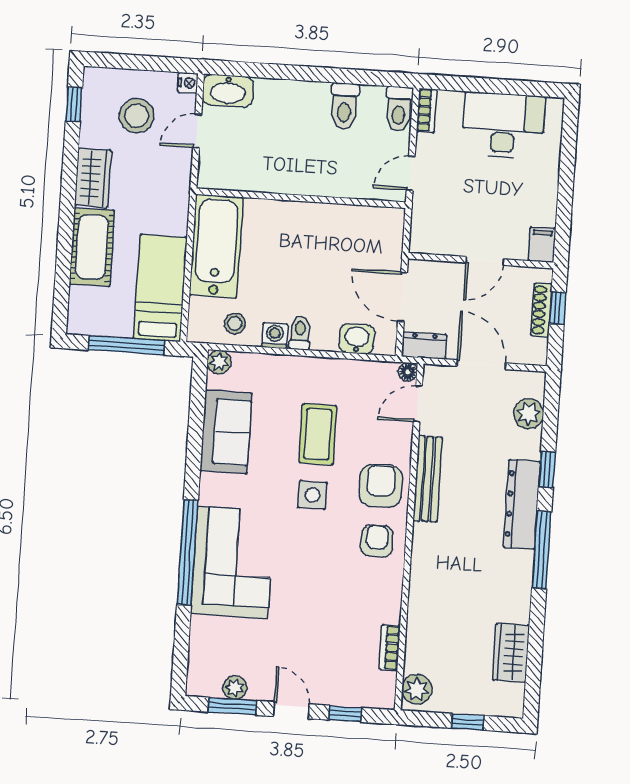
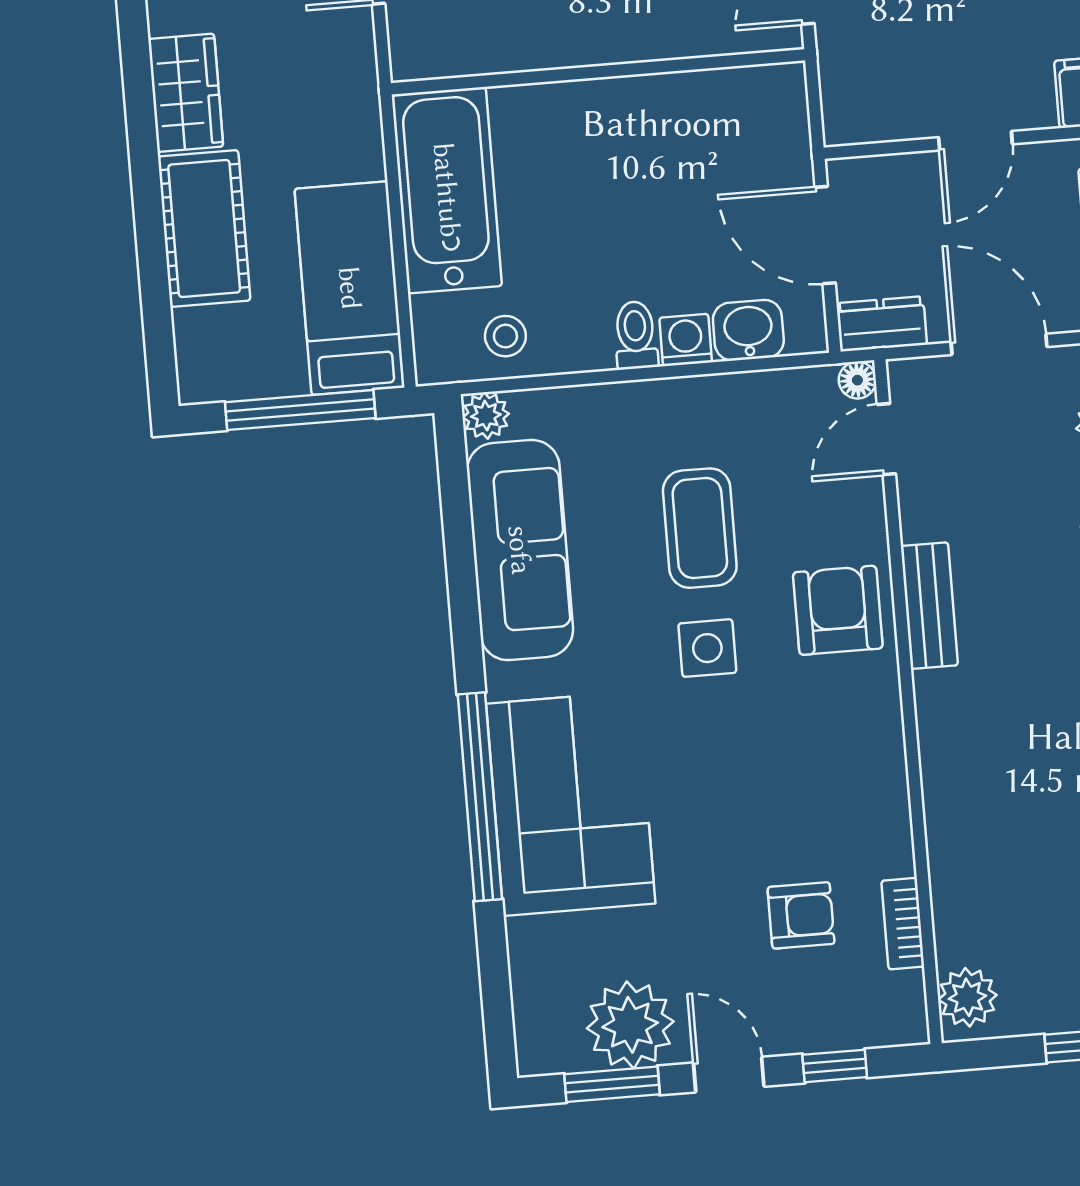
washing machine: (275, 336) -> (686, 340), moved
sofa: (226, 432) -> (520, 550), width x1.36
bench: (428, 479) -> (929, 606), width x0.73
armchair: (377, 541) -> (801, 915), moved, turned 90
plant: (235, 688) -> (630, 1025), width x1.87, depth x1.87

